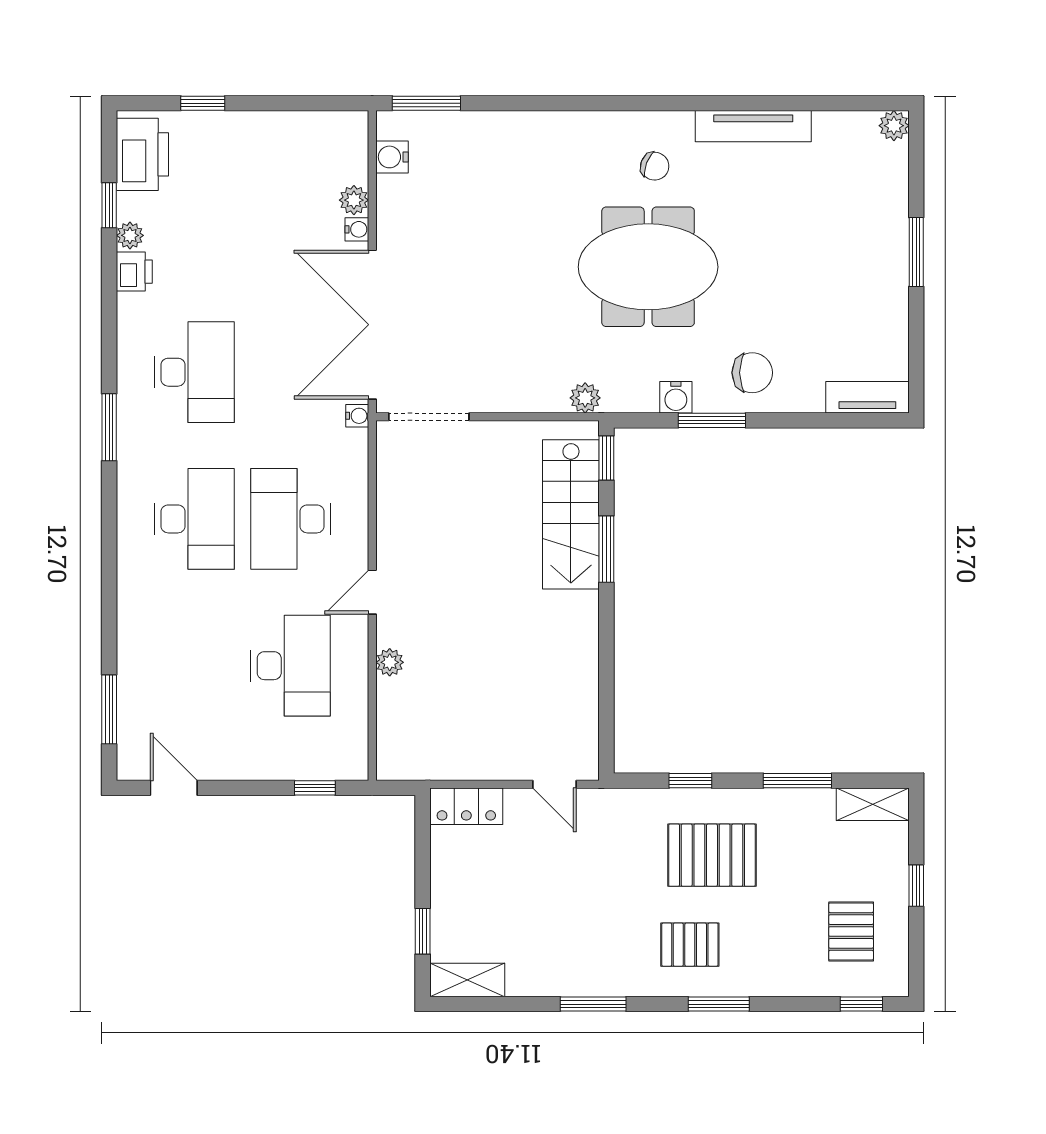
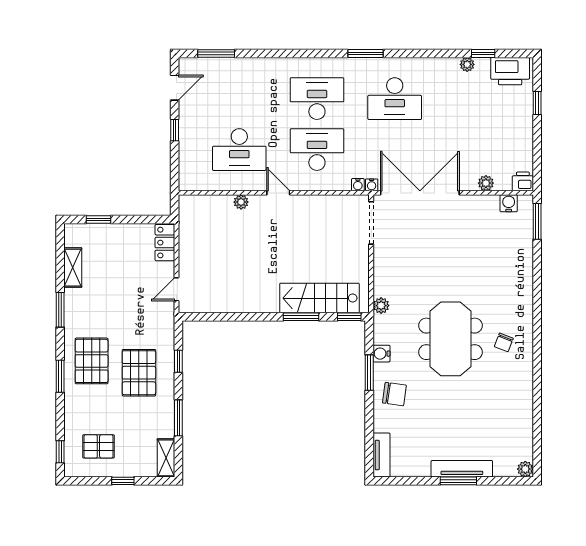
tv unit: (753, 126) -> (462, 469), moved, turned 90
water cooler: (357, 229) -> (358, 185), moved
printer: (134, 272) -> (523, 181), moved, turned 180
chair: (752, 373) -> (394, 394), turned -82
desk: (194, 519) -> (317, 99), turned 180
window: (315, 788) -> (175, 130), moved
pallet: (690, 945) -> (92, 361), width x1.50, depth x1.42
shelving: (467, 980) -> (73, 268), moved

